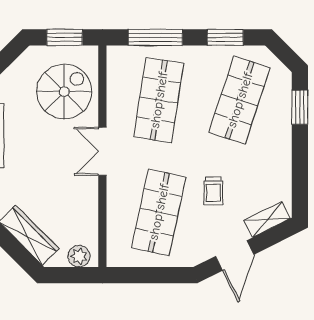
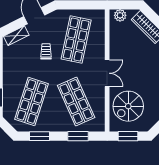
window: (155, 37) -> (78, 136), width x0.69
shop shelf: (159, 100) -> (76, 102), turned -33

